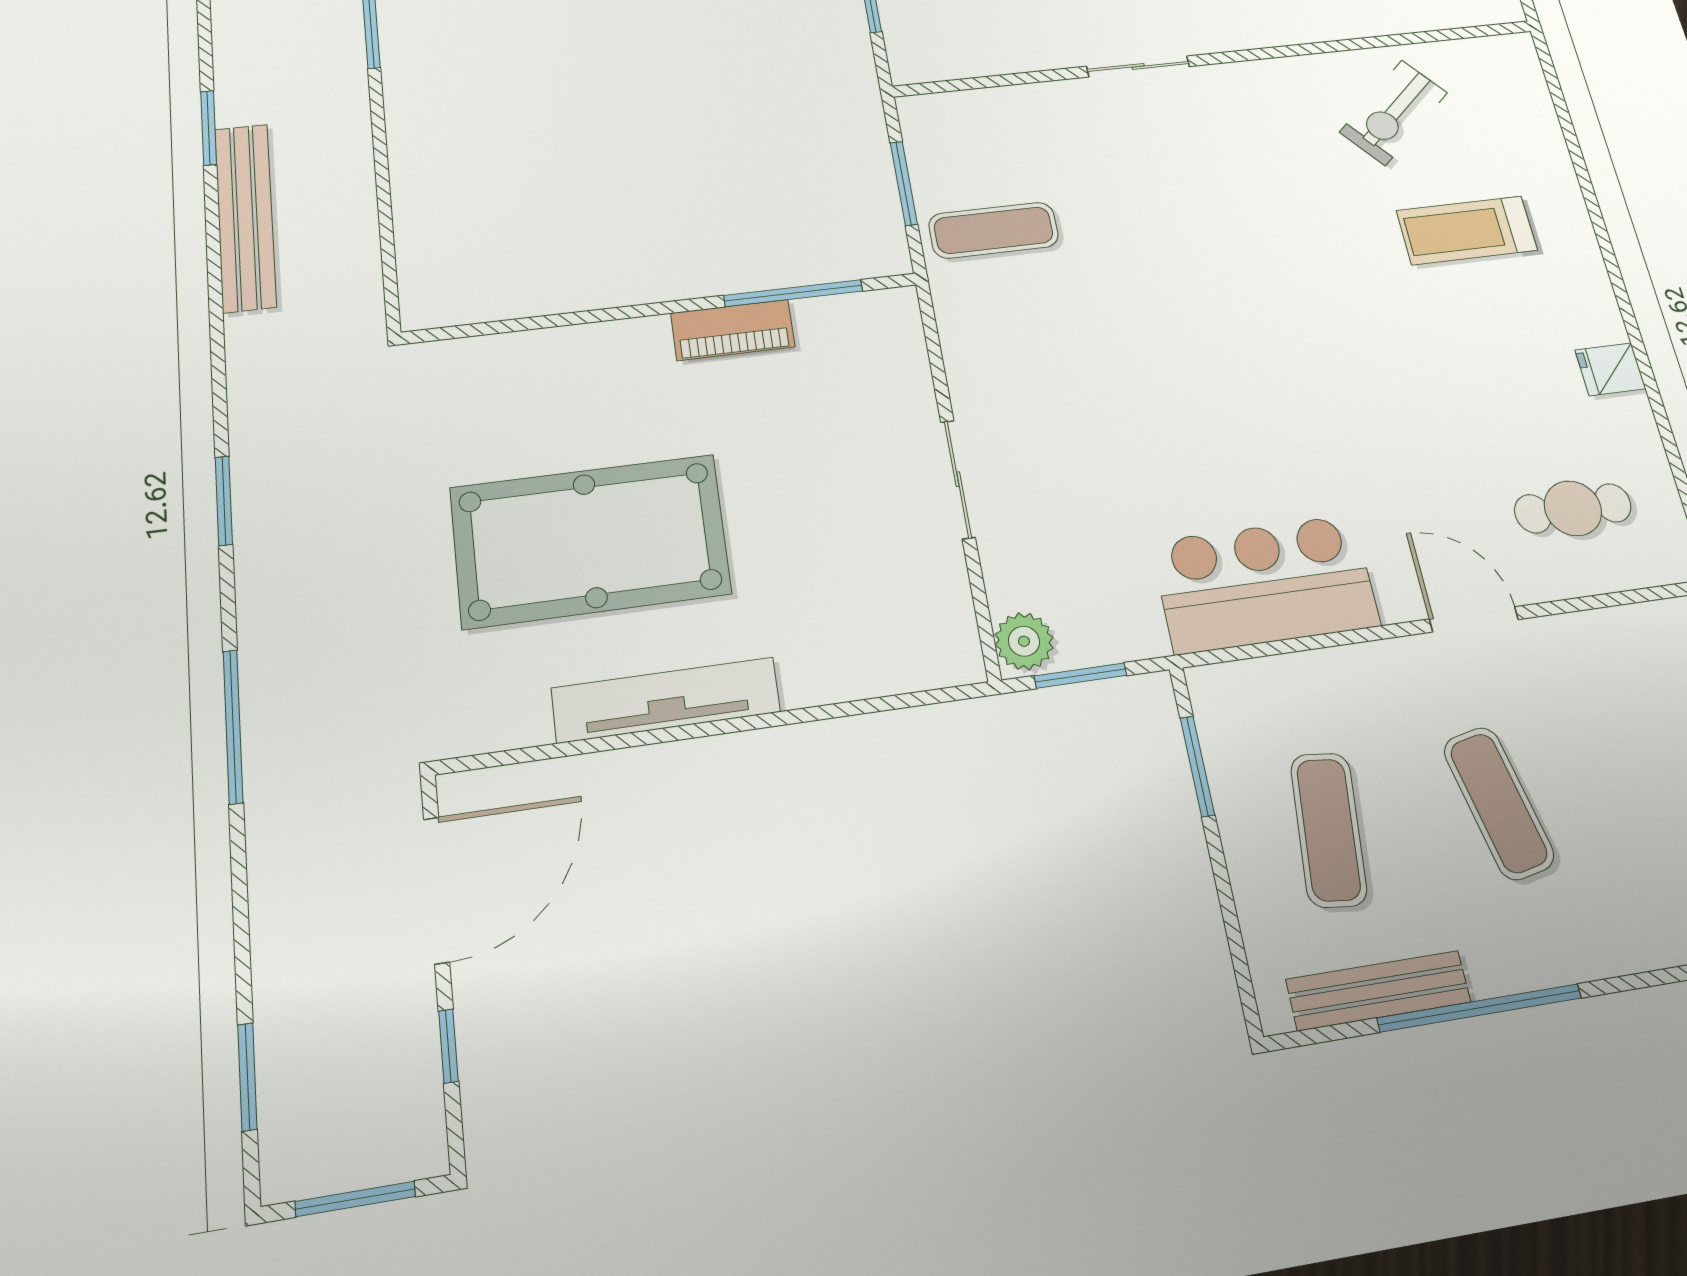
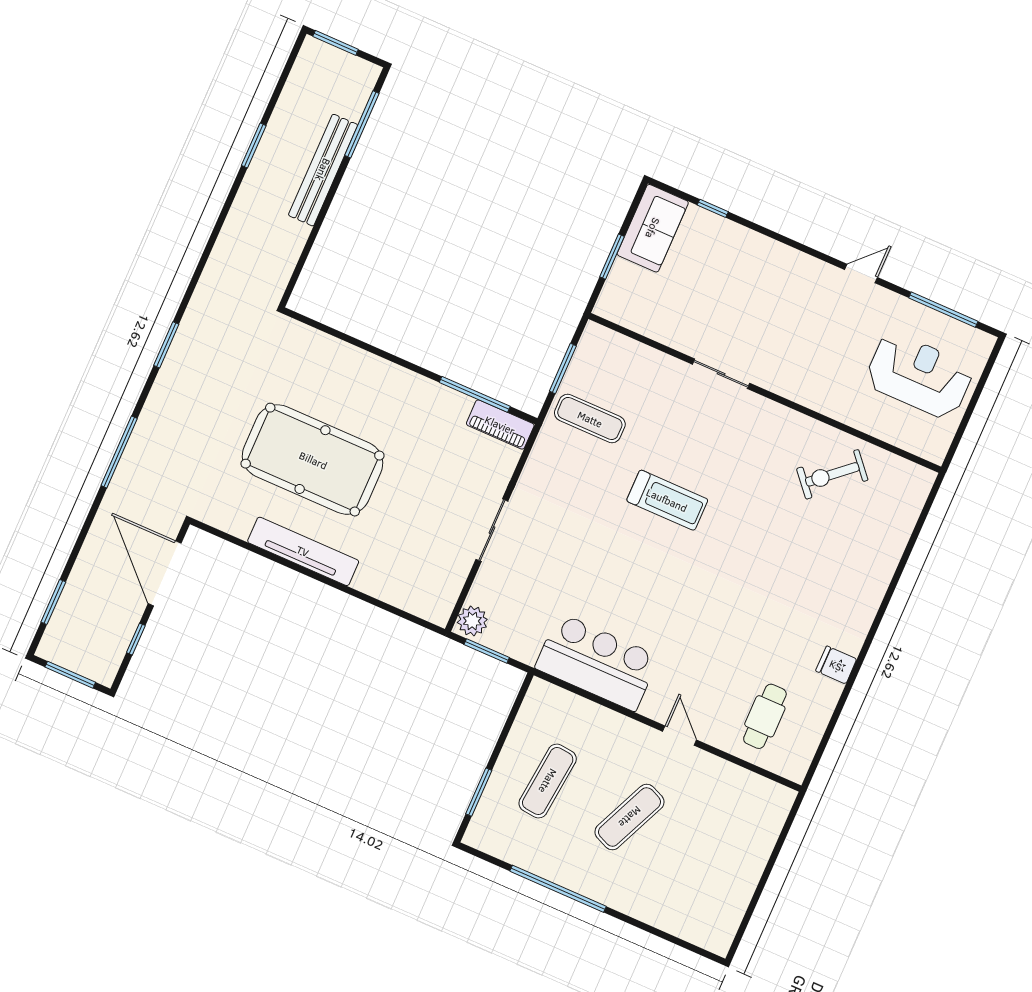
bench: (245, 217) -> (323, 170), moved
treadmill: (1467, 230) -> (667, 500), moved, turned 180
piano: (733, 330) -> (500, 425), moved
cafe table: (1573, 508) -> (765, 716), turned 90
door: (1474, 619) -> (680, 736), width x0.73
window: (1197, 766) -> (479, 792), moved
exercise mat: (1499, 803) -> (630, 817), turned 36
door: (437, 890) -> (165, 573), swing flipped
bench: (1378, 991) -> (521, 856), removed

